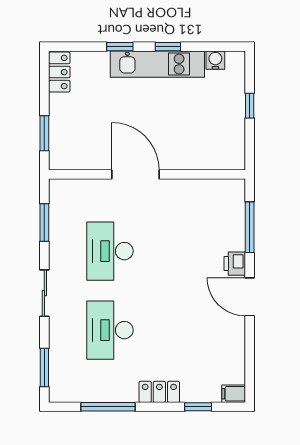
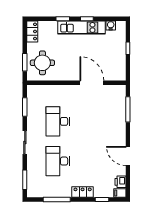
round table: (79, 134) -> (42, 63), added
door: (135, 174) -> (92, 83), moved
printer: (235, 264) -> (120, 182), moved
door: (250, 297) -> (128, 156), moved

